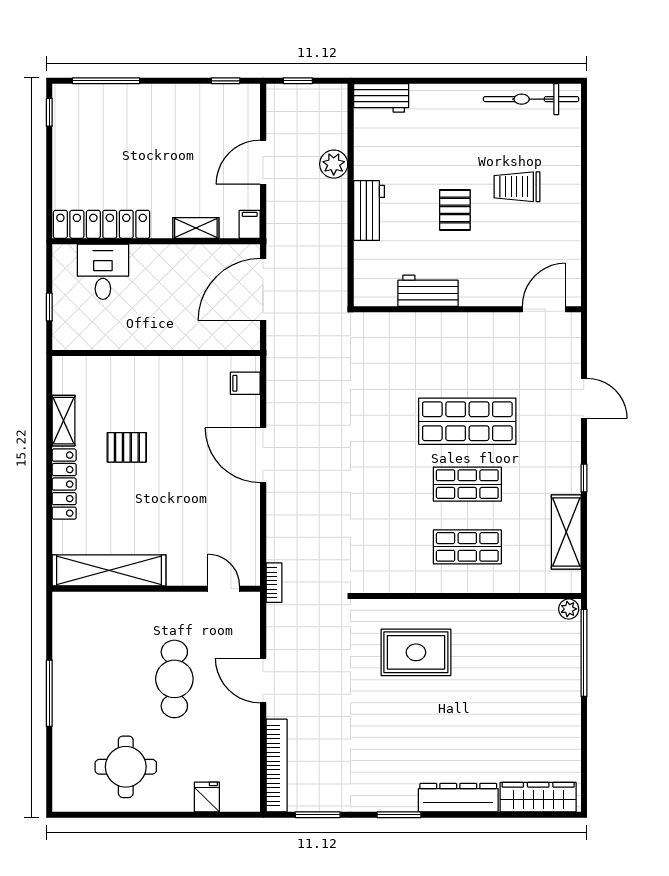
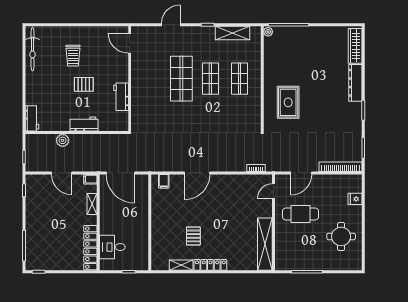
shelving: (109, 570) -> (265, 244), moved
wall: (156, 589) -> (273, 222), moved
door: (224, 589) -> (273, 191), moved

